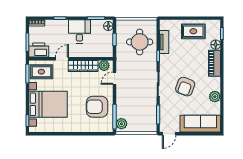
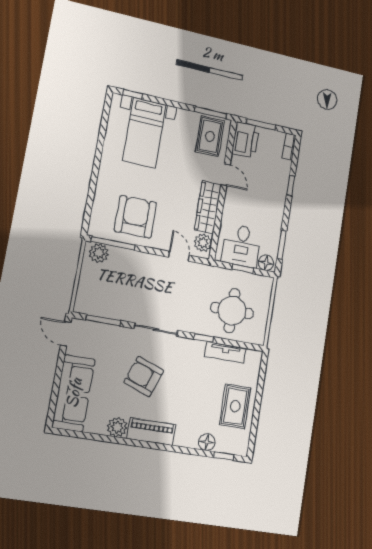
desk: (79, 31) -> (242, 246), moved, turned 90
piano: (215, 63) -> (151, 432), moved
bed with nightstands: (48, 104) -> (144, 133), width x0.73

